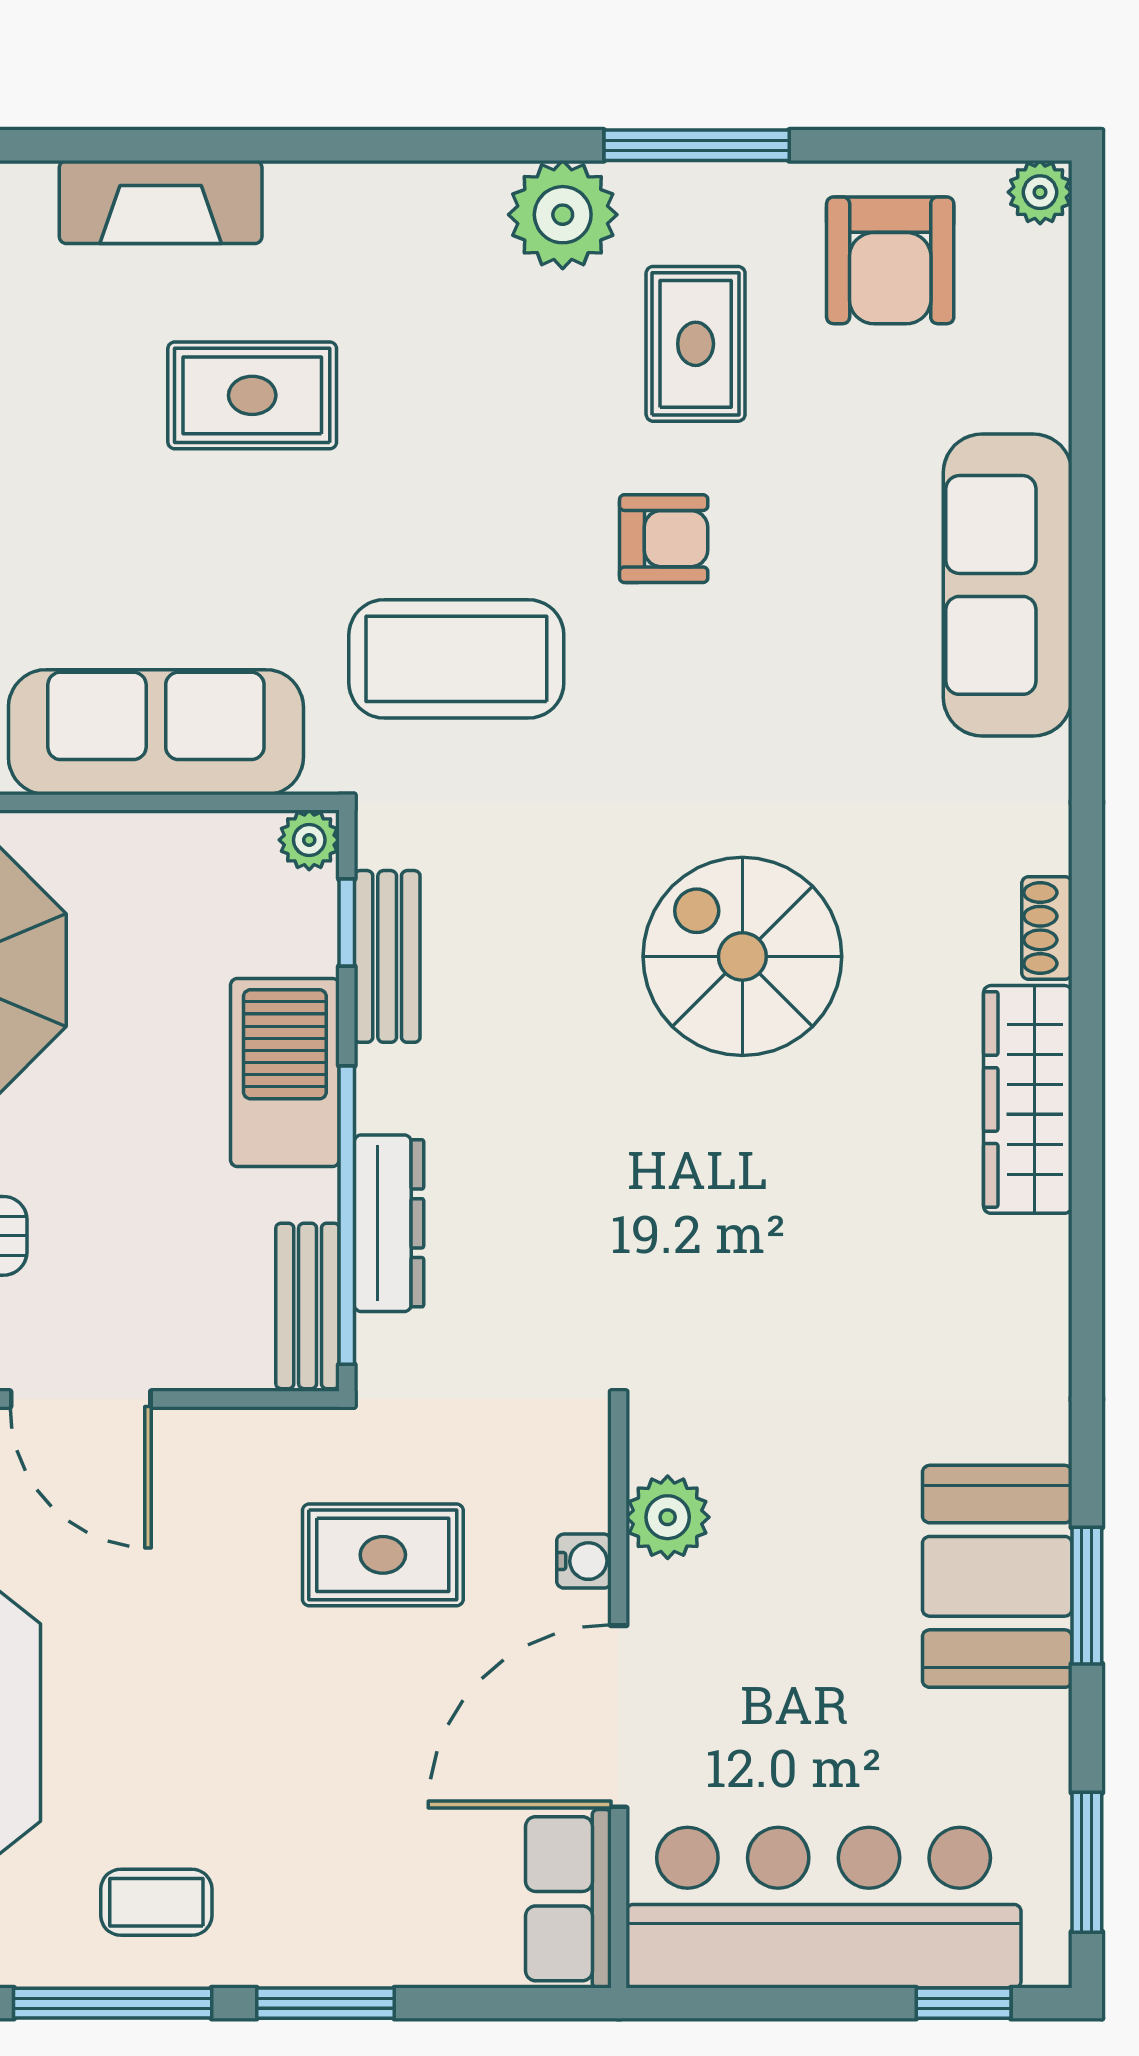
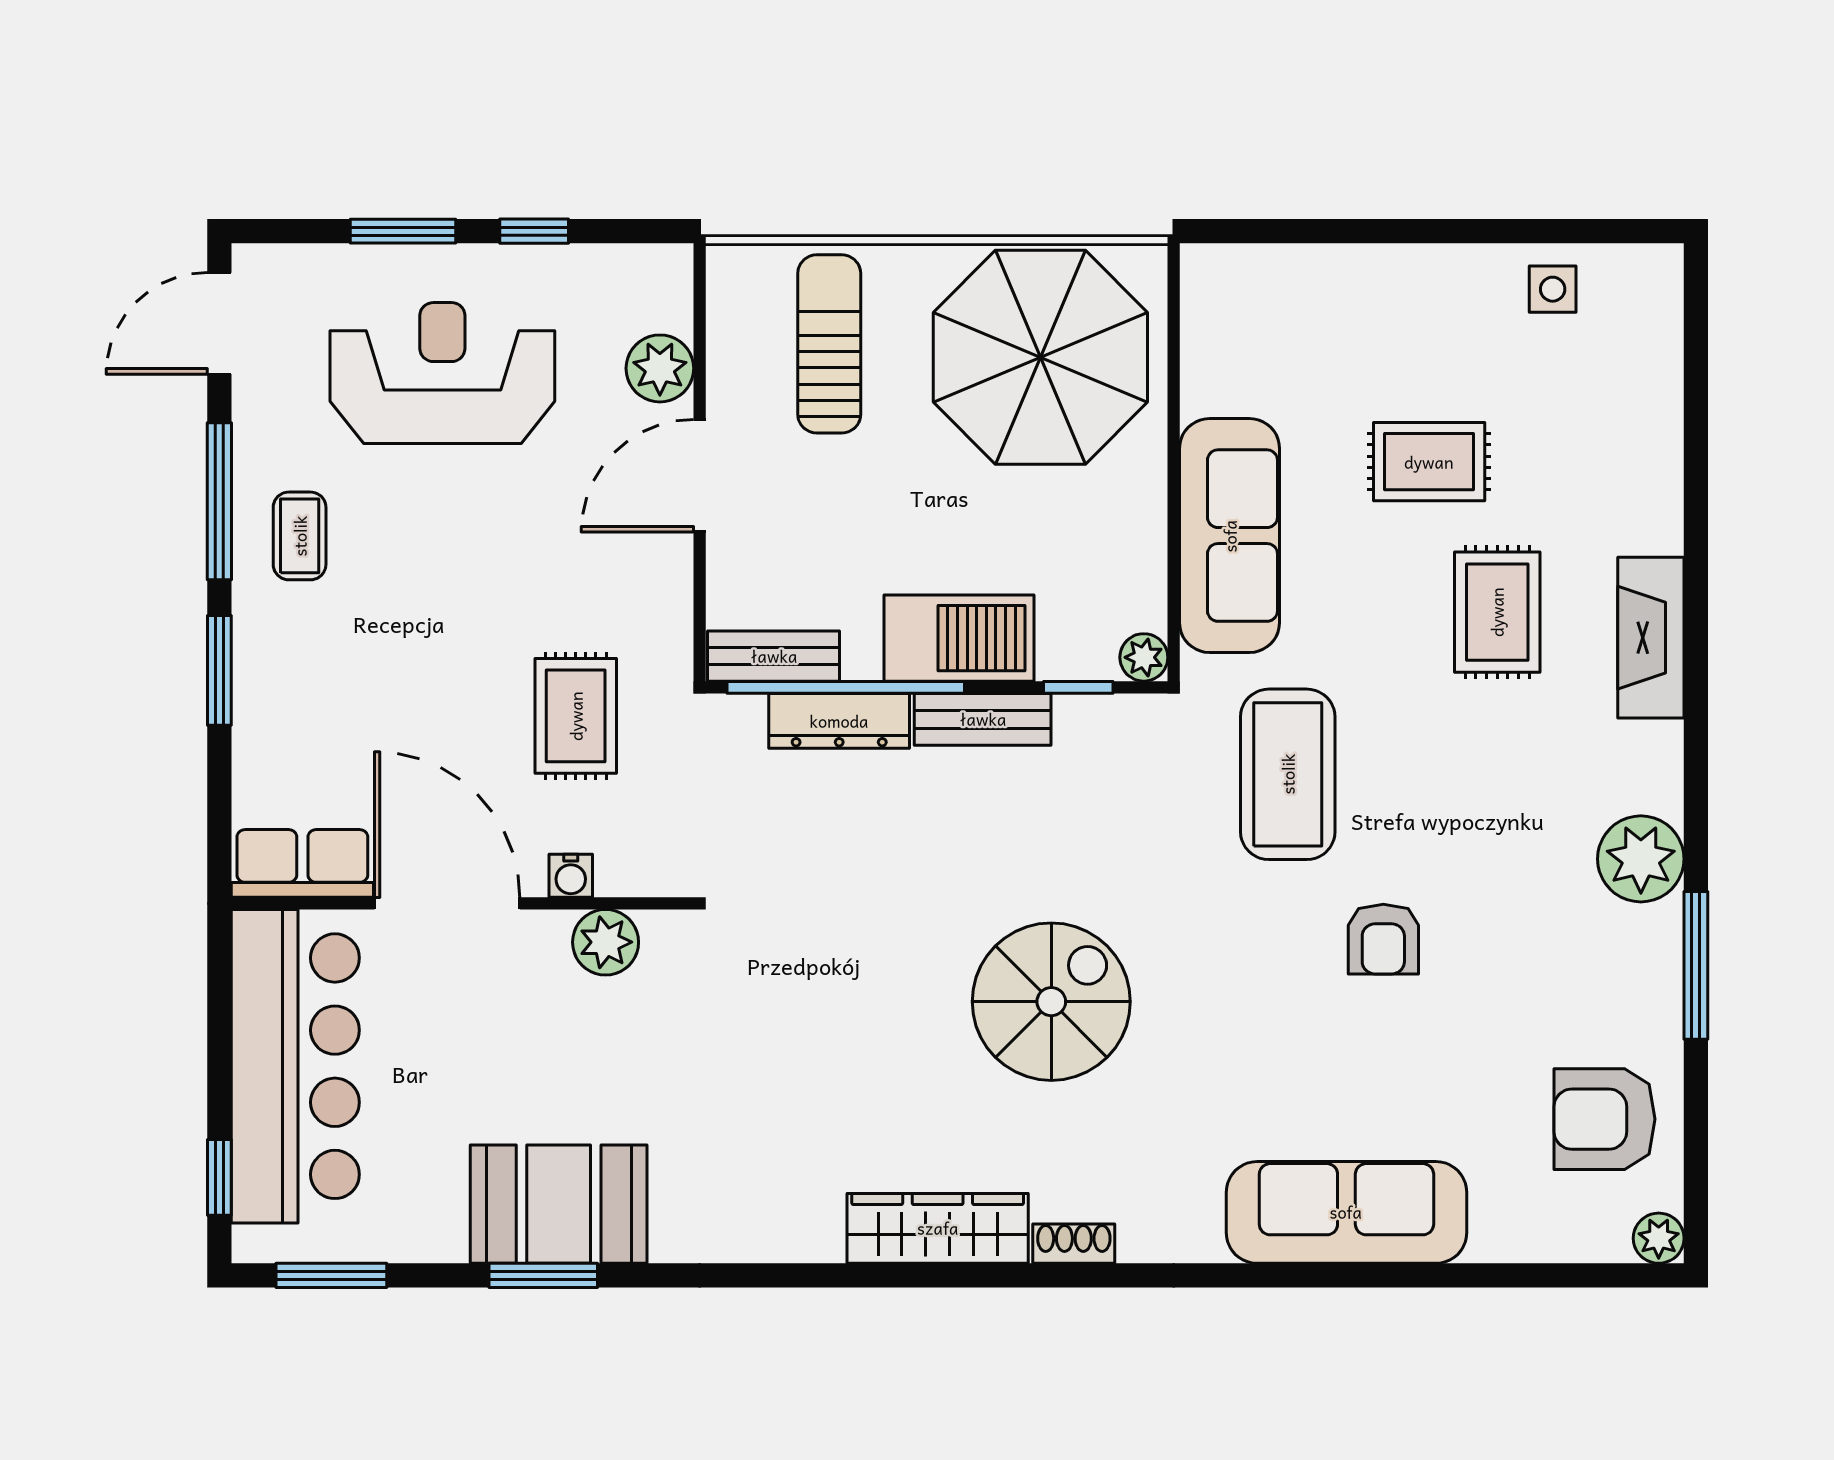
fireplace: (161, 202) -> (1651, 638), moved
rug: (696, 344) -> (1429, 462), moved
bench: (387, 956) -> (983, 719), moved

